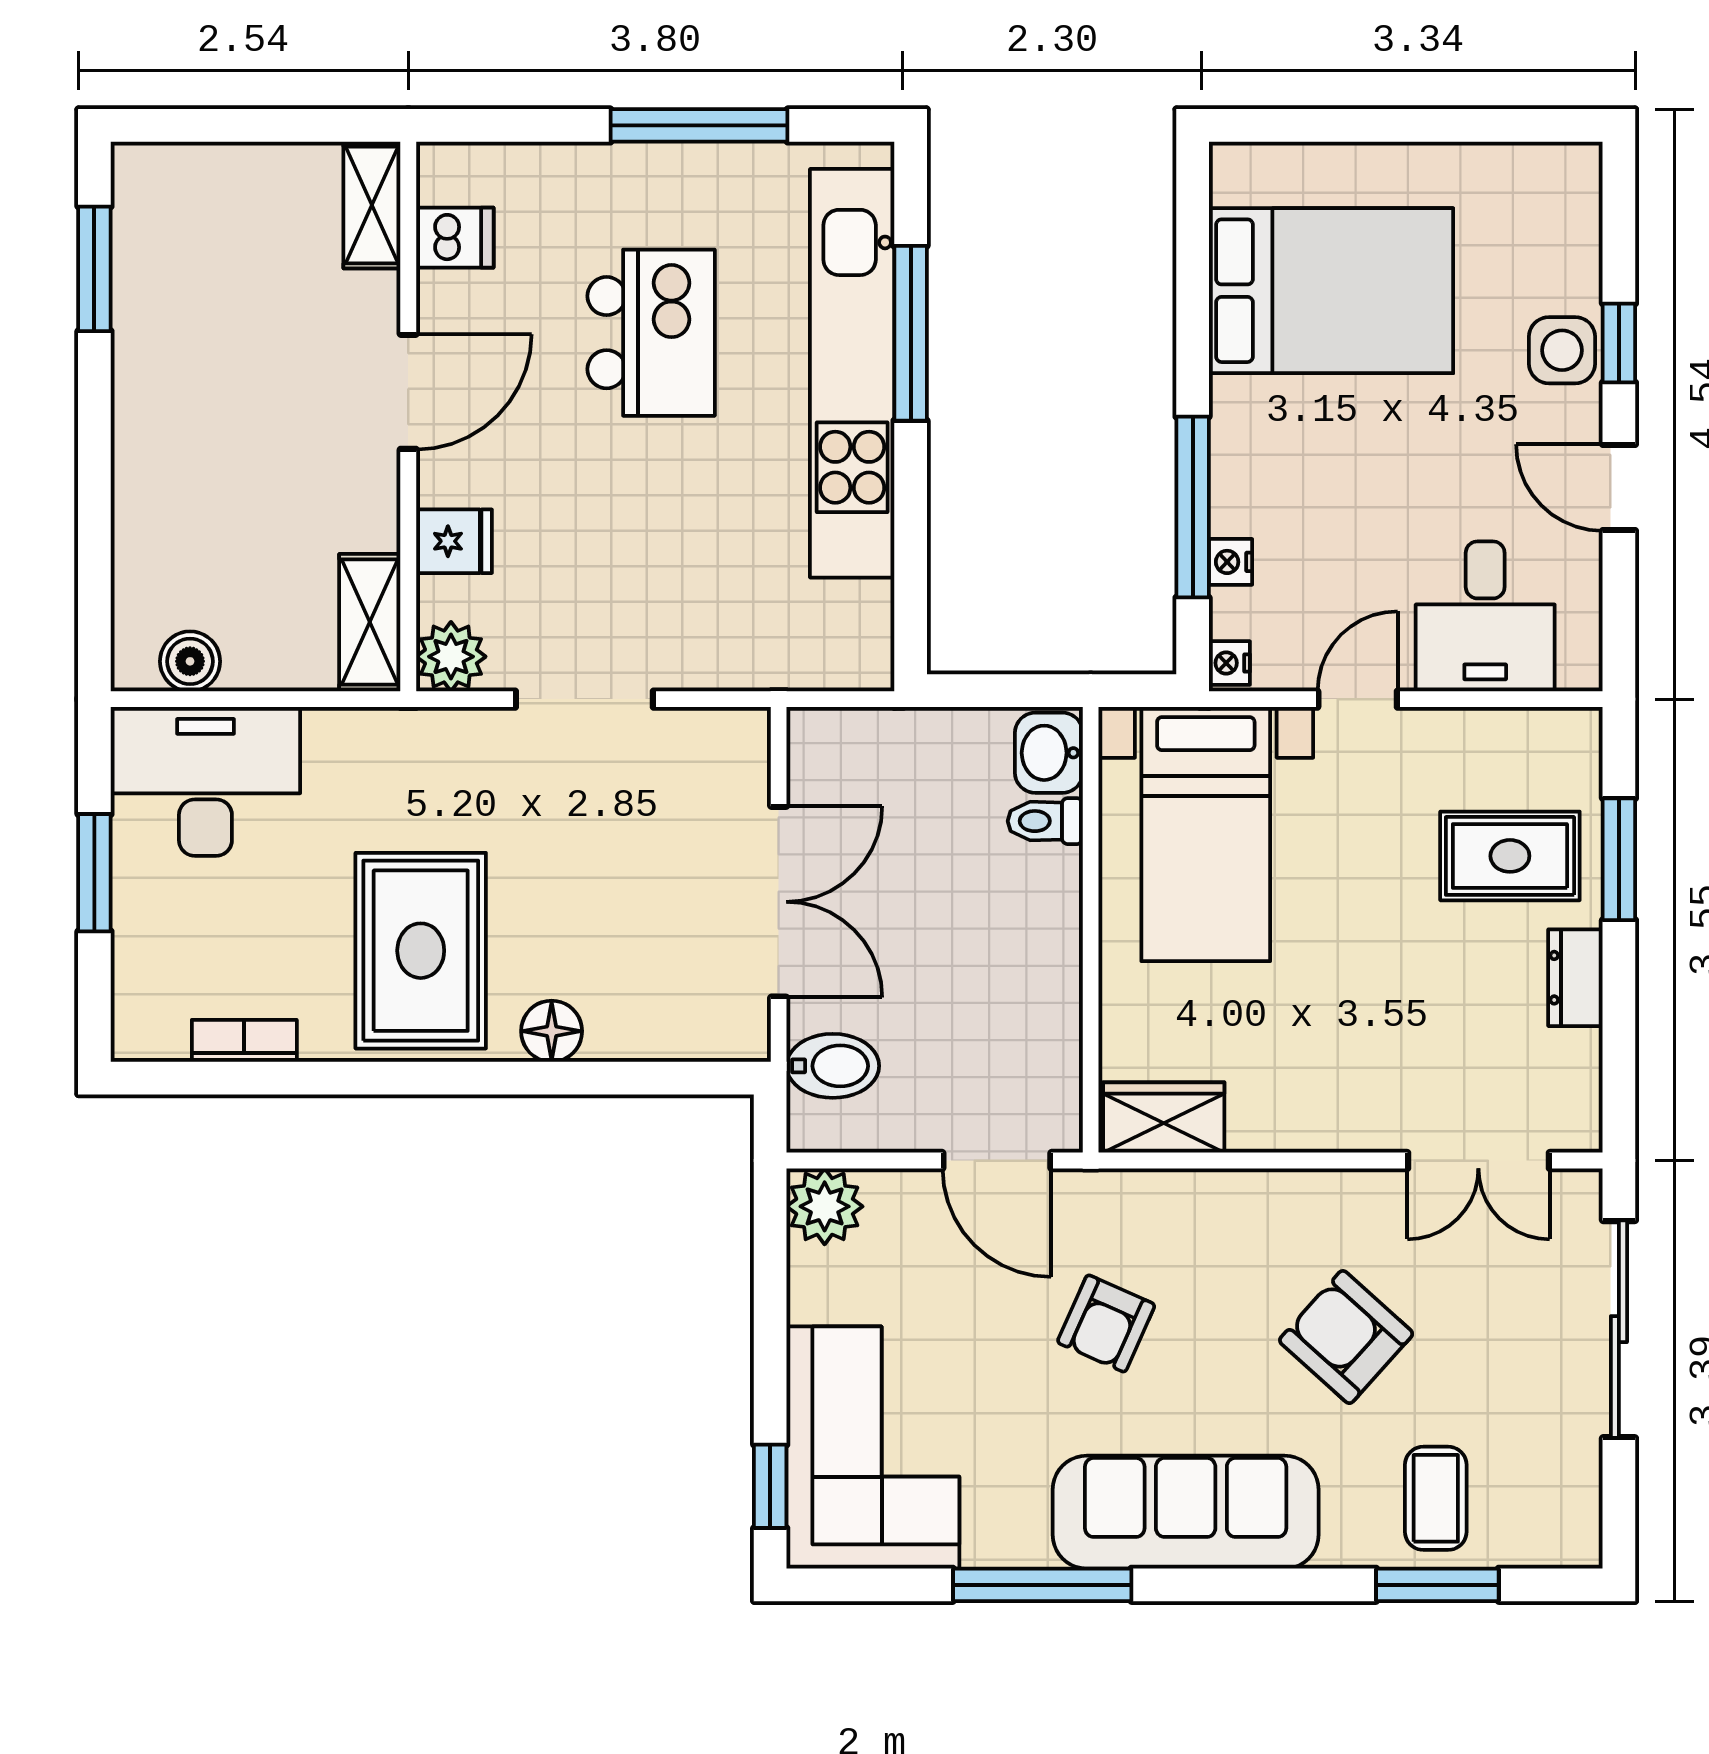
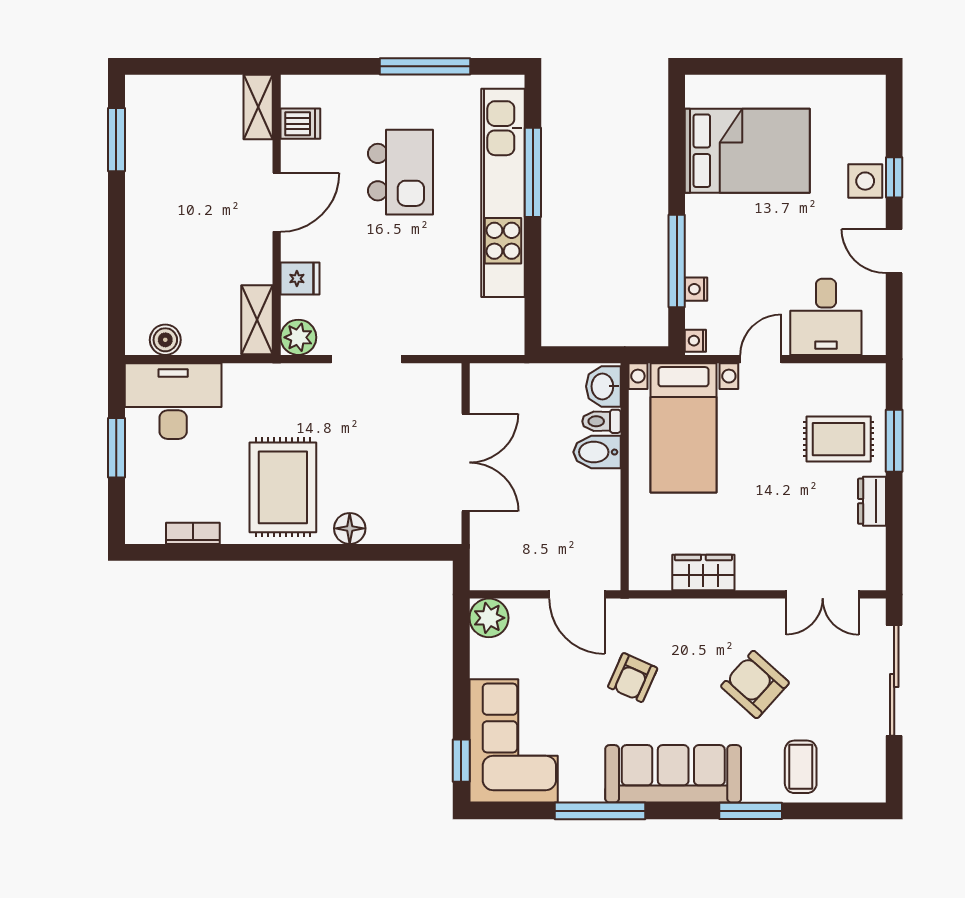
bidet: (833, 1066) -> (597, 452), moved, turned 180
wardrobe: (1164, 1118) -> (703, 573), moved
window: (1437, 1585) -> (751, 811), moved

